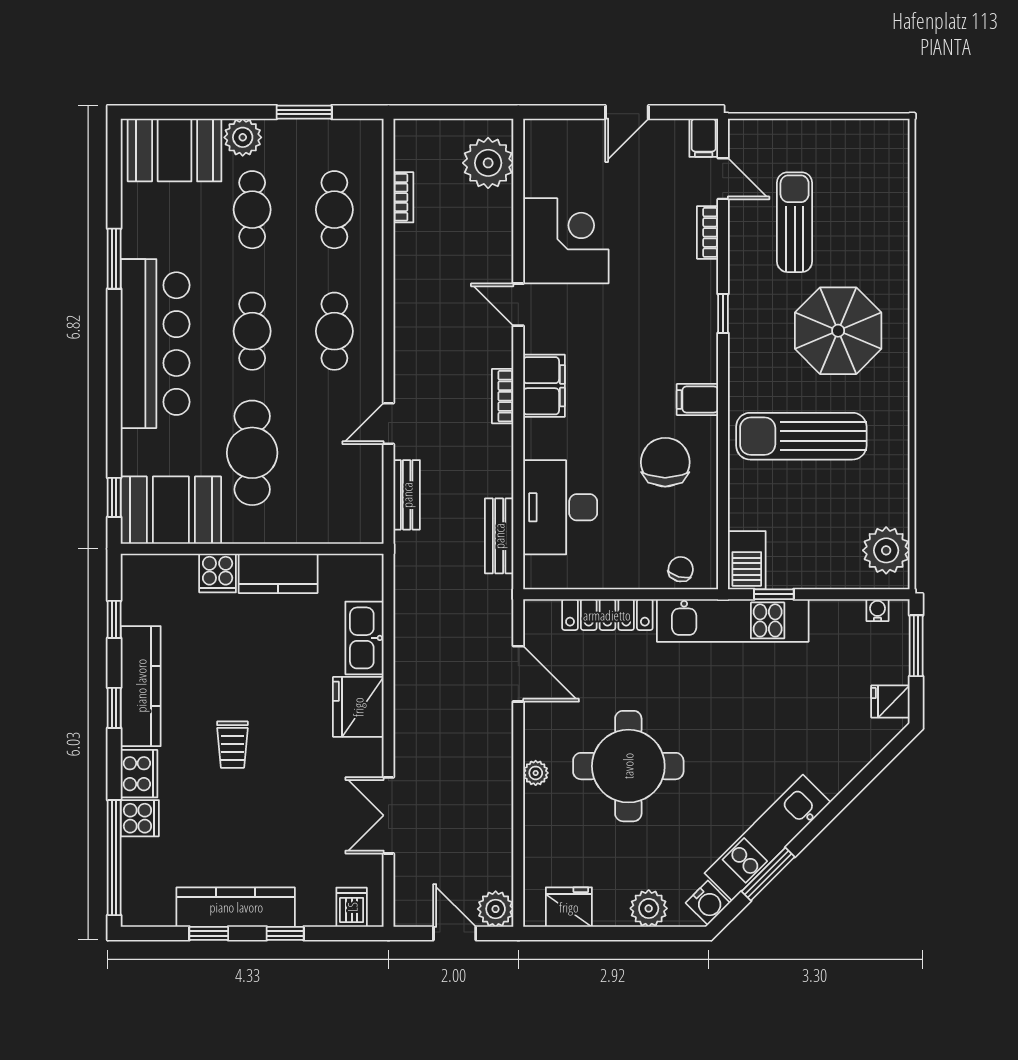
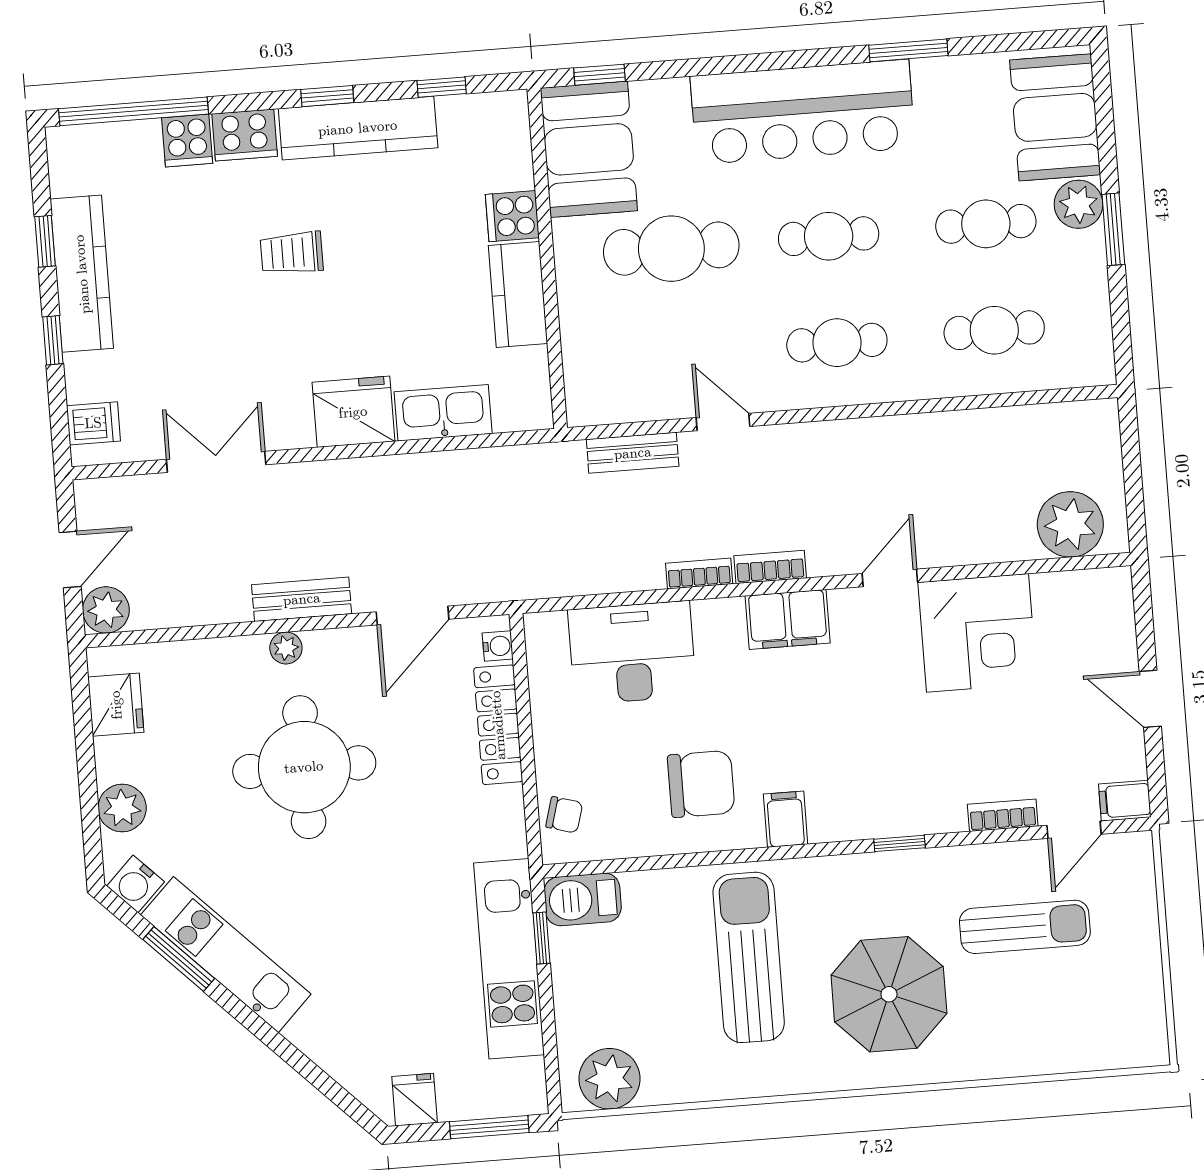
window: (304, 112) -> (1113, 229), moved
bookcase: (403, 197) -> (699, 574), moved, turned 180
bench: (499, 536) -> (302, 599), moved
water cooler: (877, 610) -> (498, 646), moved
kitchen unit: (733, 620) -> (509, 959), moved

